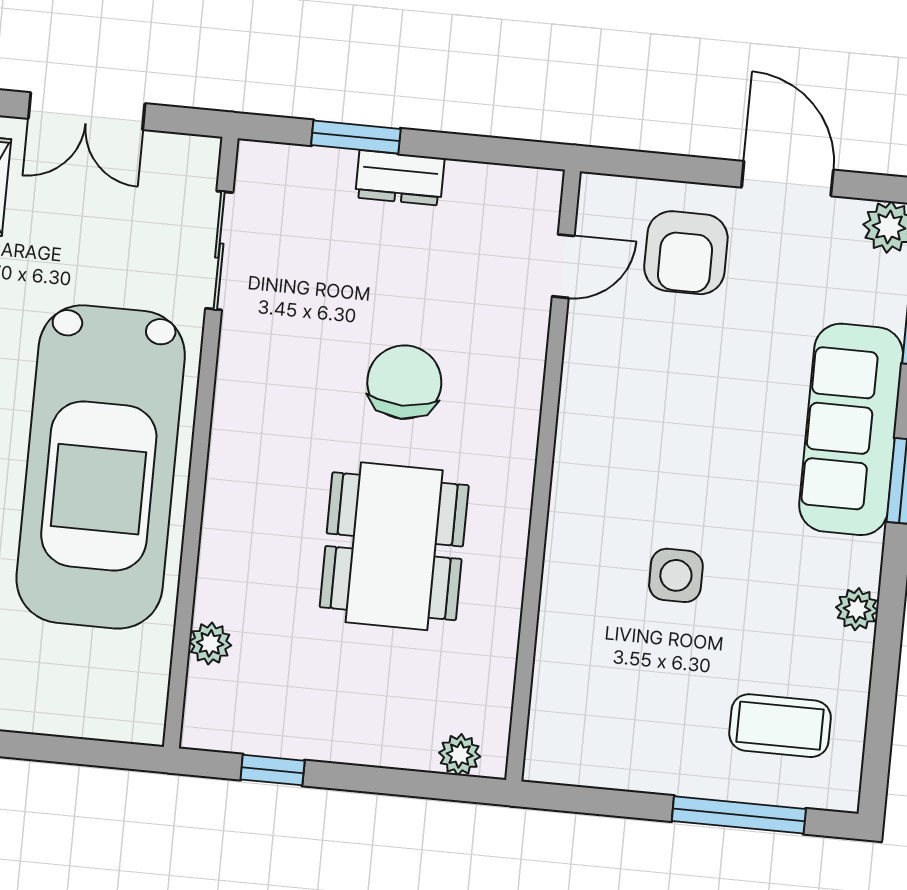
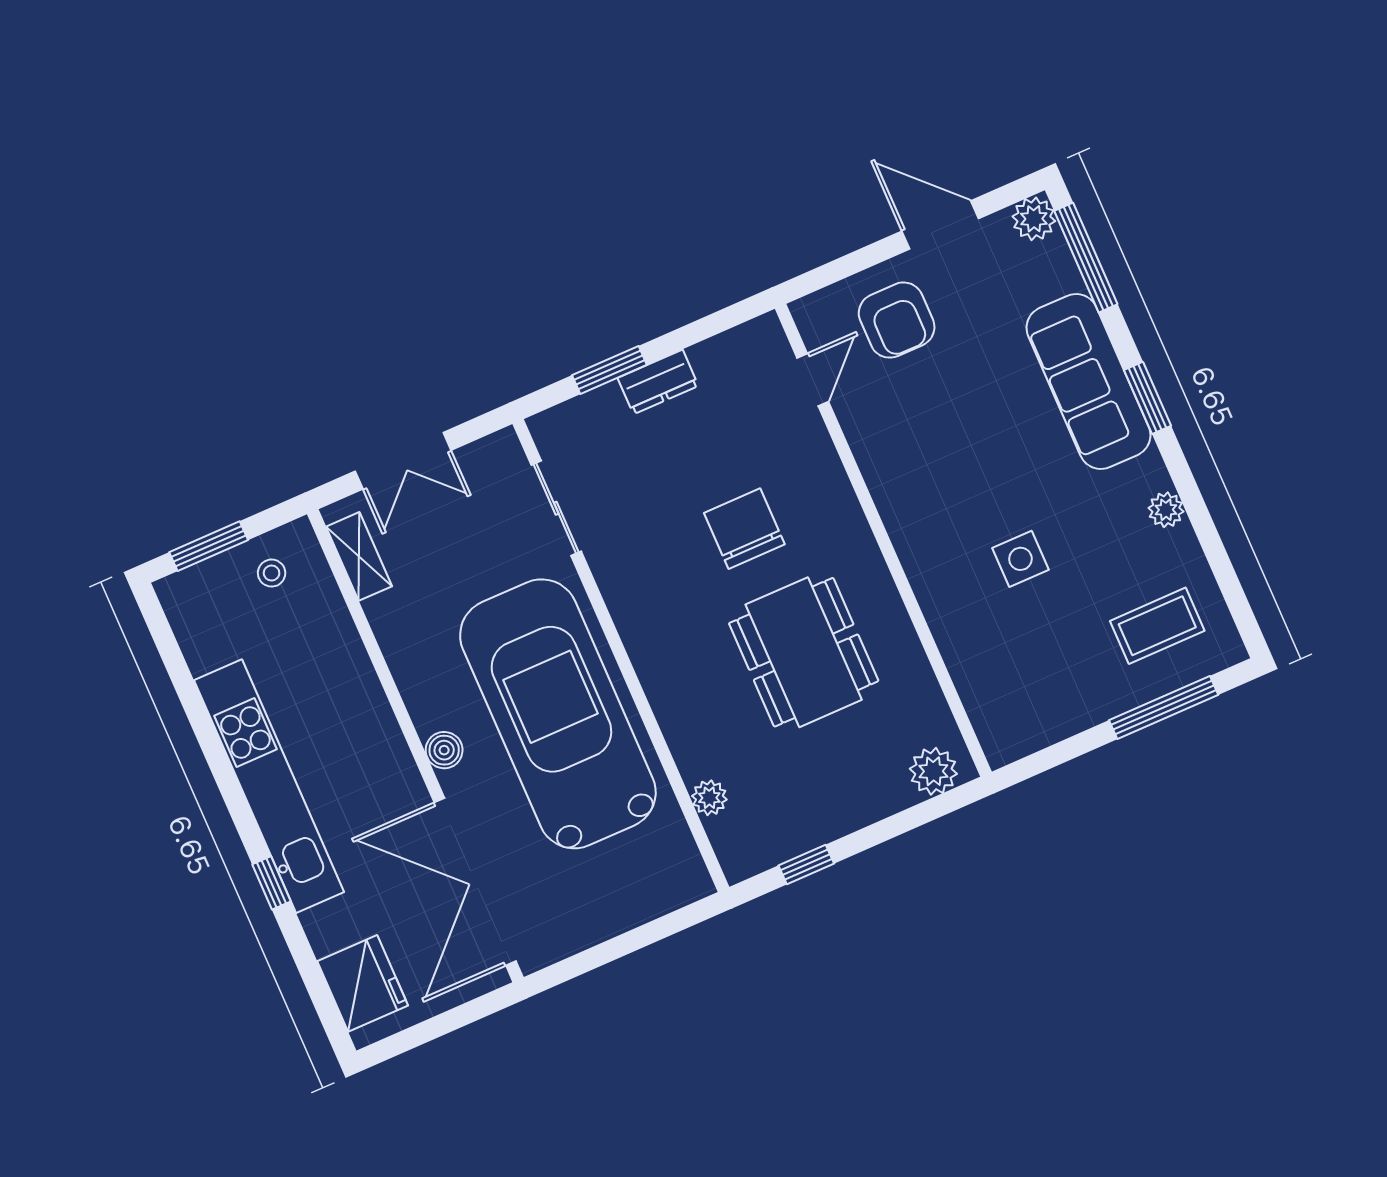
car: (101, 467) -> (558, 714), turned 180
plant: (460, 755) -> (933, 771), width x1.38, depth x1.38

